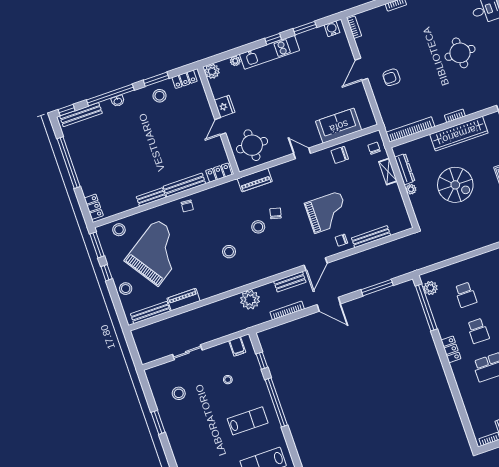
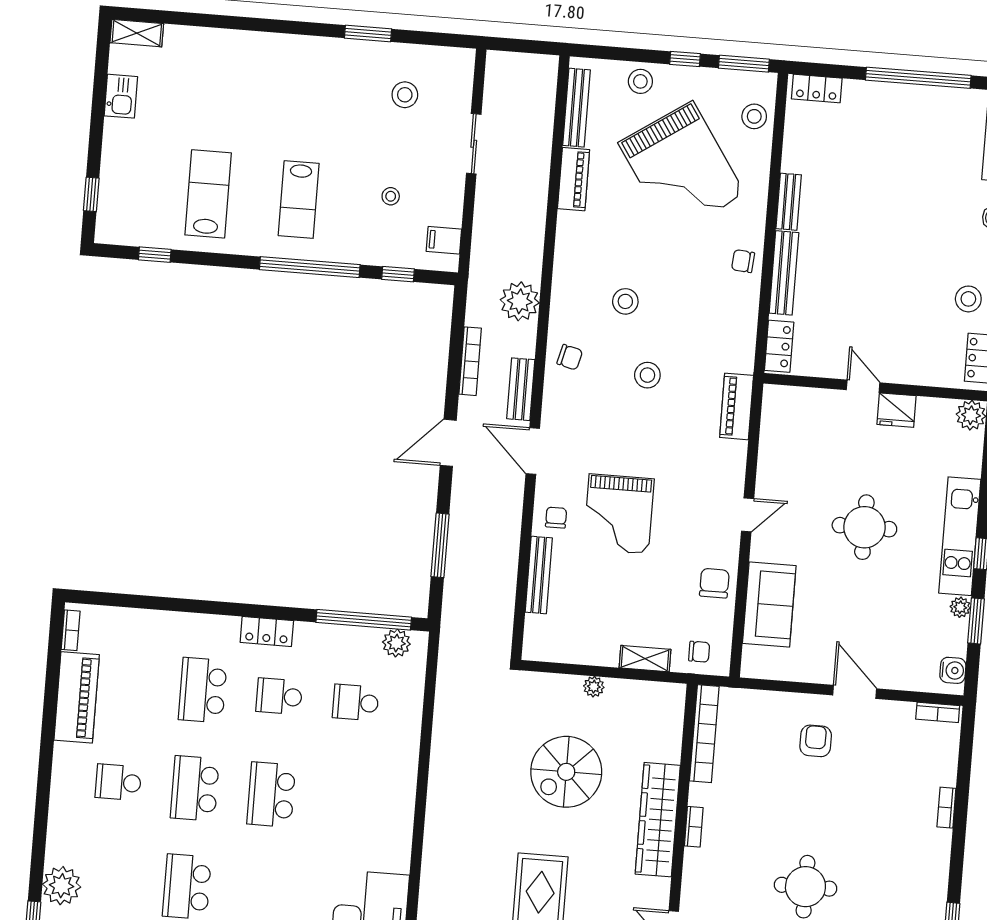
plant: (235, 61) -> (960, 607), moved
round table: (252, 145) -> (864, 527), moved
dresser: (405, 169) -> (636, 691), removed
chair: (276, 213) -> (570, 357), moved

